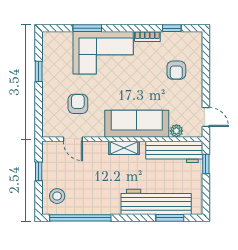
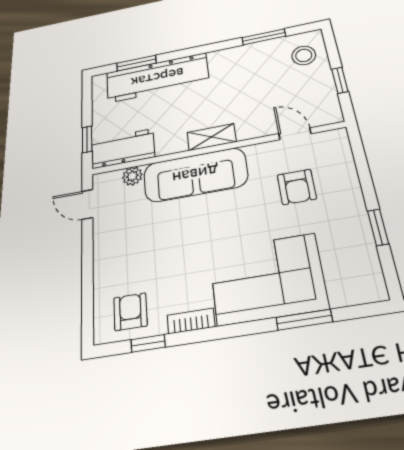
armchair: (176, 70) -> (130, 312), moved
workbench: (174, 152) -> (123, 149), width x0.73
window: (80, 218) -> (264, 37), width x0.47

